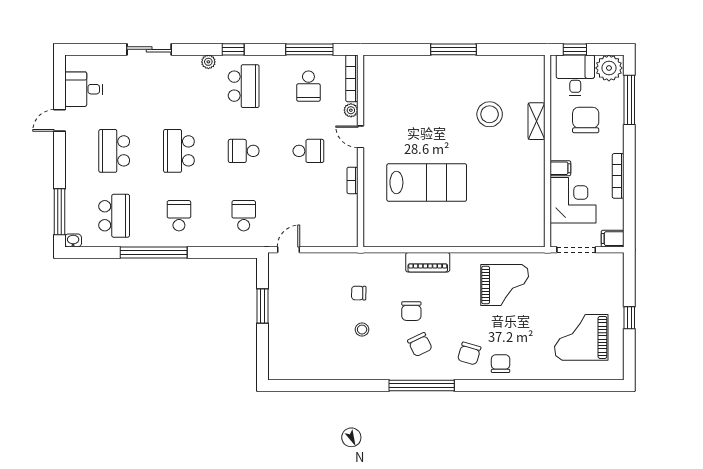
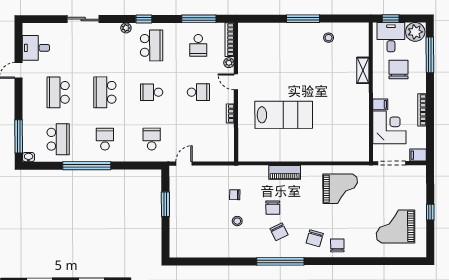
stool: (490, 114) -> (329, 38), moved, width x0.53, depth x0.53

